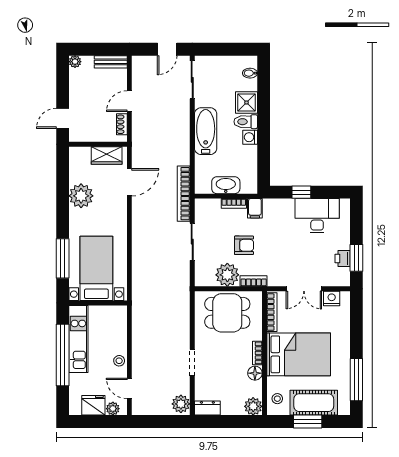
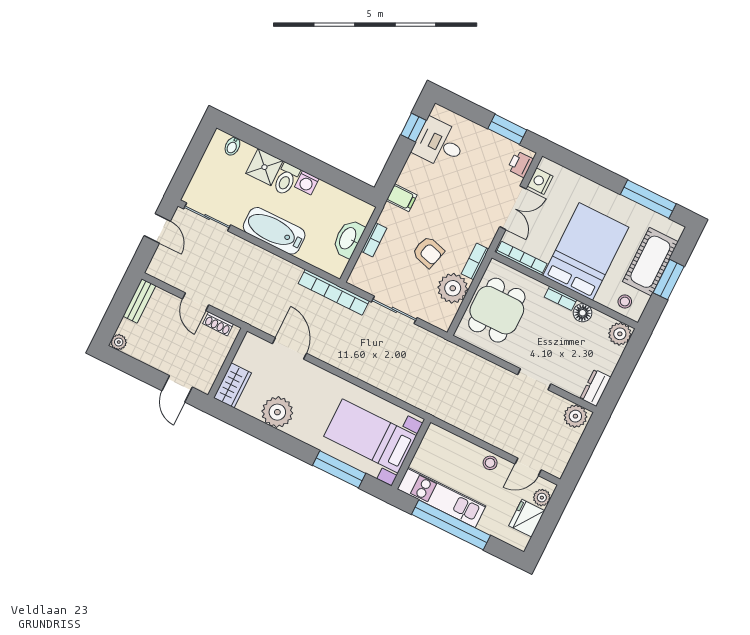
wardrobe: (107, 155) -> (233, 385), moved
window: (301, 192) -> (413, 127), moved
filing cabinet: (255, 208) -> (402, 198), moved
desk: (317, 216) -> (439, 144), width x0.73
armchair: (244, 245) -> (428, 252), turned 106
printer: (343, 259) -> (520, 164), moved, turned 90

